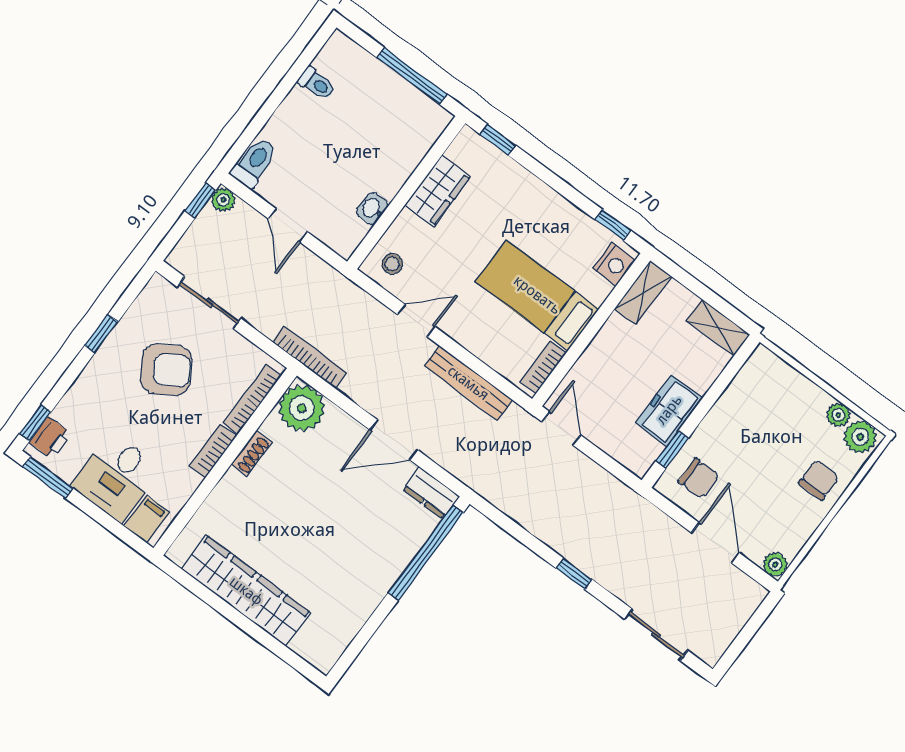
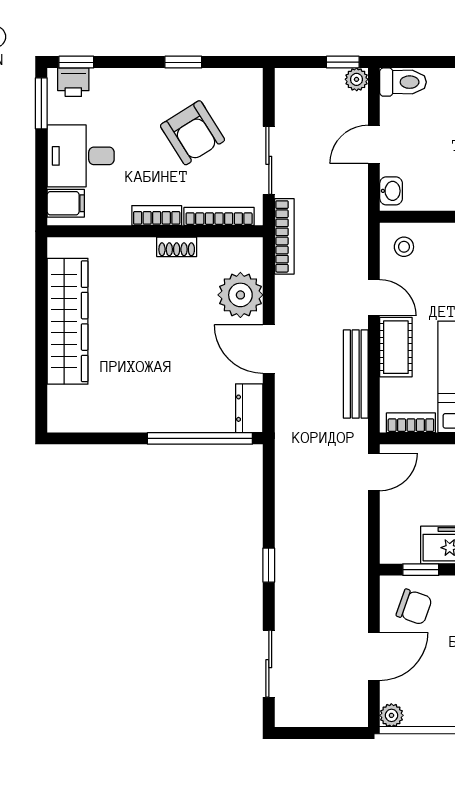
washbasin: (372, 209) -> (391, 191), moved, turned 90
sliding door: (209, 303) -> (269, 160), moved
cot: (471, 333) -> (396, 347), added
plant: (302, 408) -> (240, 295), moved
chair: (699, 478) -> (414, 607), turned -71

